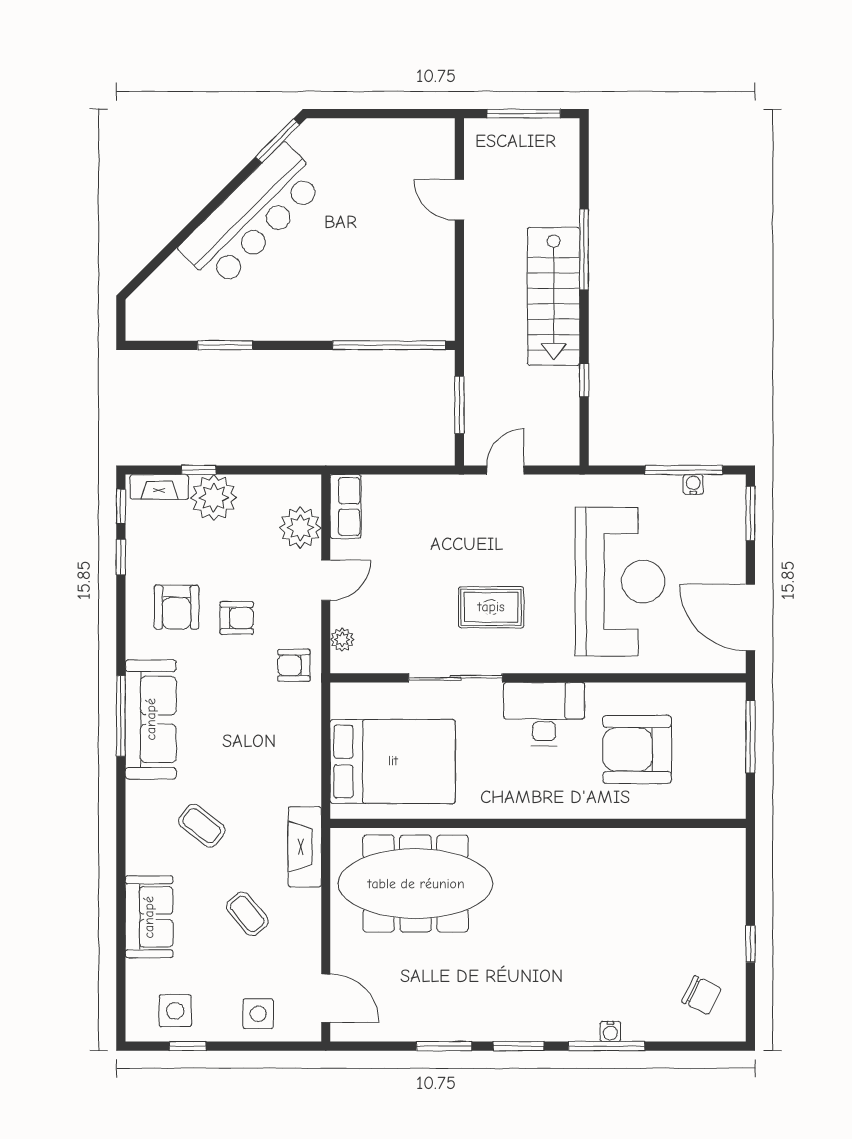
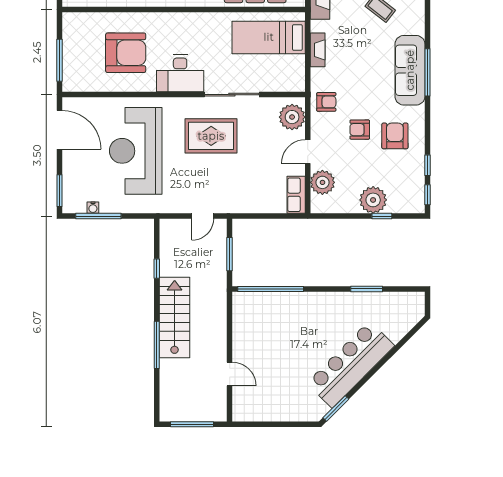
fireplace: (159, 487) -> (318, 50), moved, turned 90
rug: (491, 607) -> (211, 136), width x1.36, depth x1.43
plant: (342, 639) -> (292, 117), width x1.88, depth x1.88
bed: (393, 761) -> (269, 37), width x0.67

